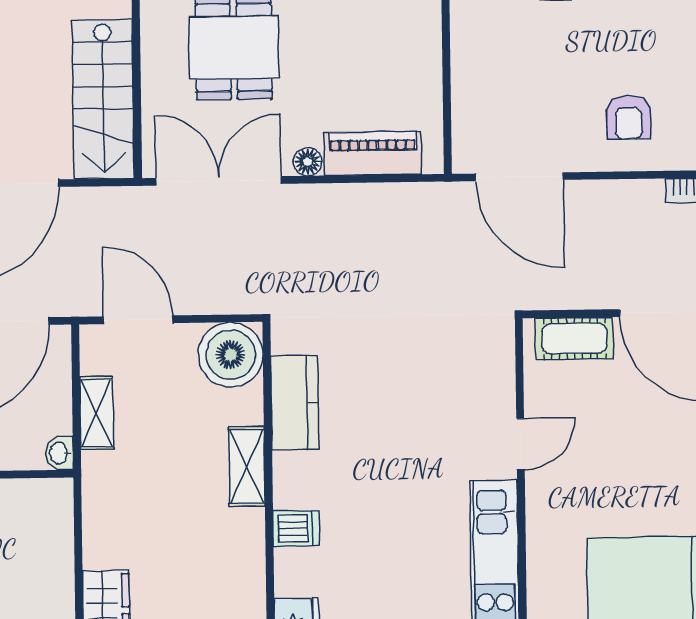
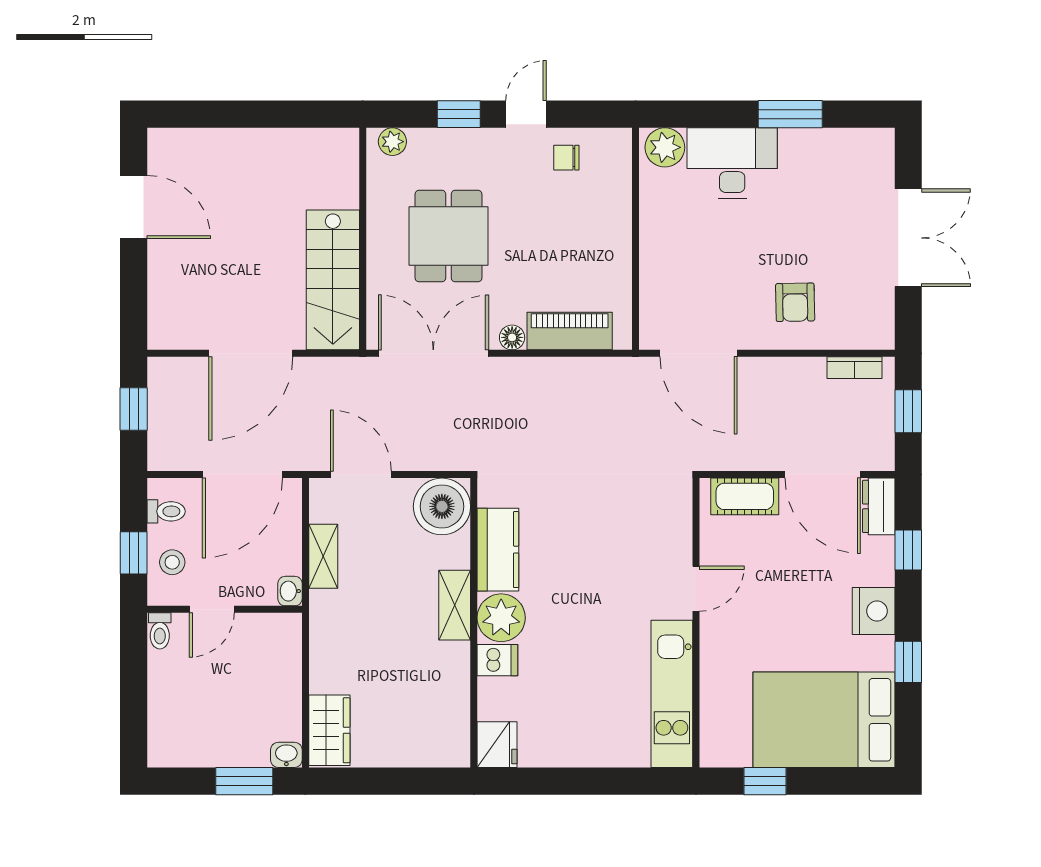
plant: (300, 480) -> (501, 618), added

